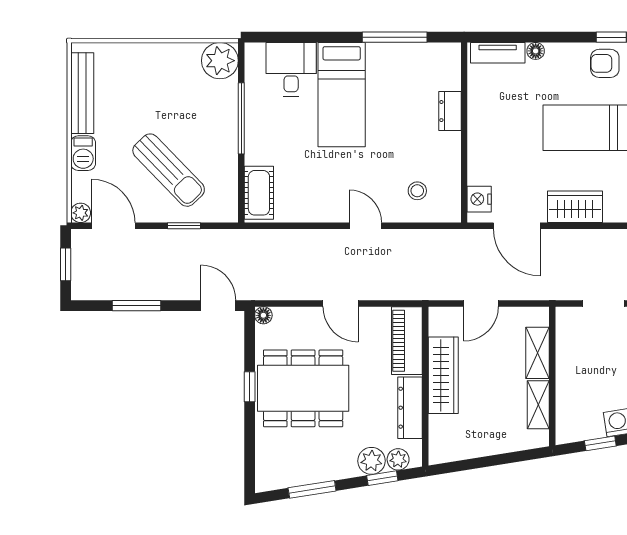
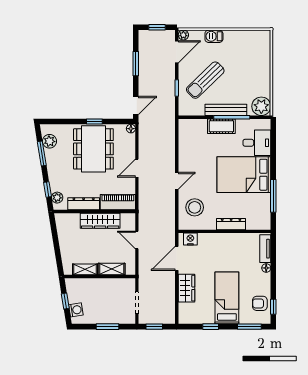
armchair: (605, 63) -> (260, 303), turned -90
bench: (82, 93) -> (226, 110), moved
bed: (342, 95) -> (244, 175), width x1.50
dresser: (450, 111) -> (231, 224), width x1.44
stool: (417, 191) -> (195, 207), width x1.89, depth x1.89
cot: (259, 193) -> (221, 126), moved
plant: (371, 461) -> (50, 141), moved

